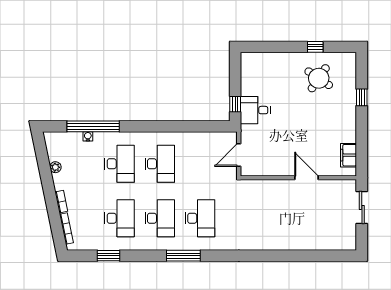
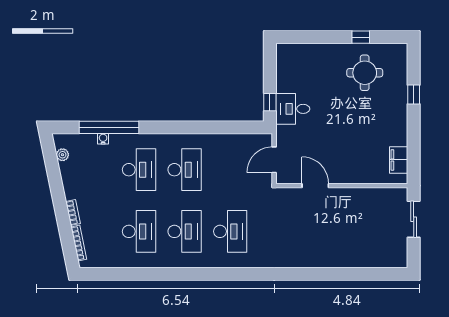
round table: (319, 78) -> (365, 73), turned -34
plant: (55, 167) -> (62, 155), moved
door: (307, 178) -> (315, 186), moved
window: (108, 256) -> (126, 274), removed
window: (183, 256) -> (211, 274), removed

